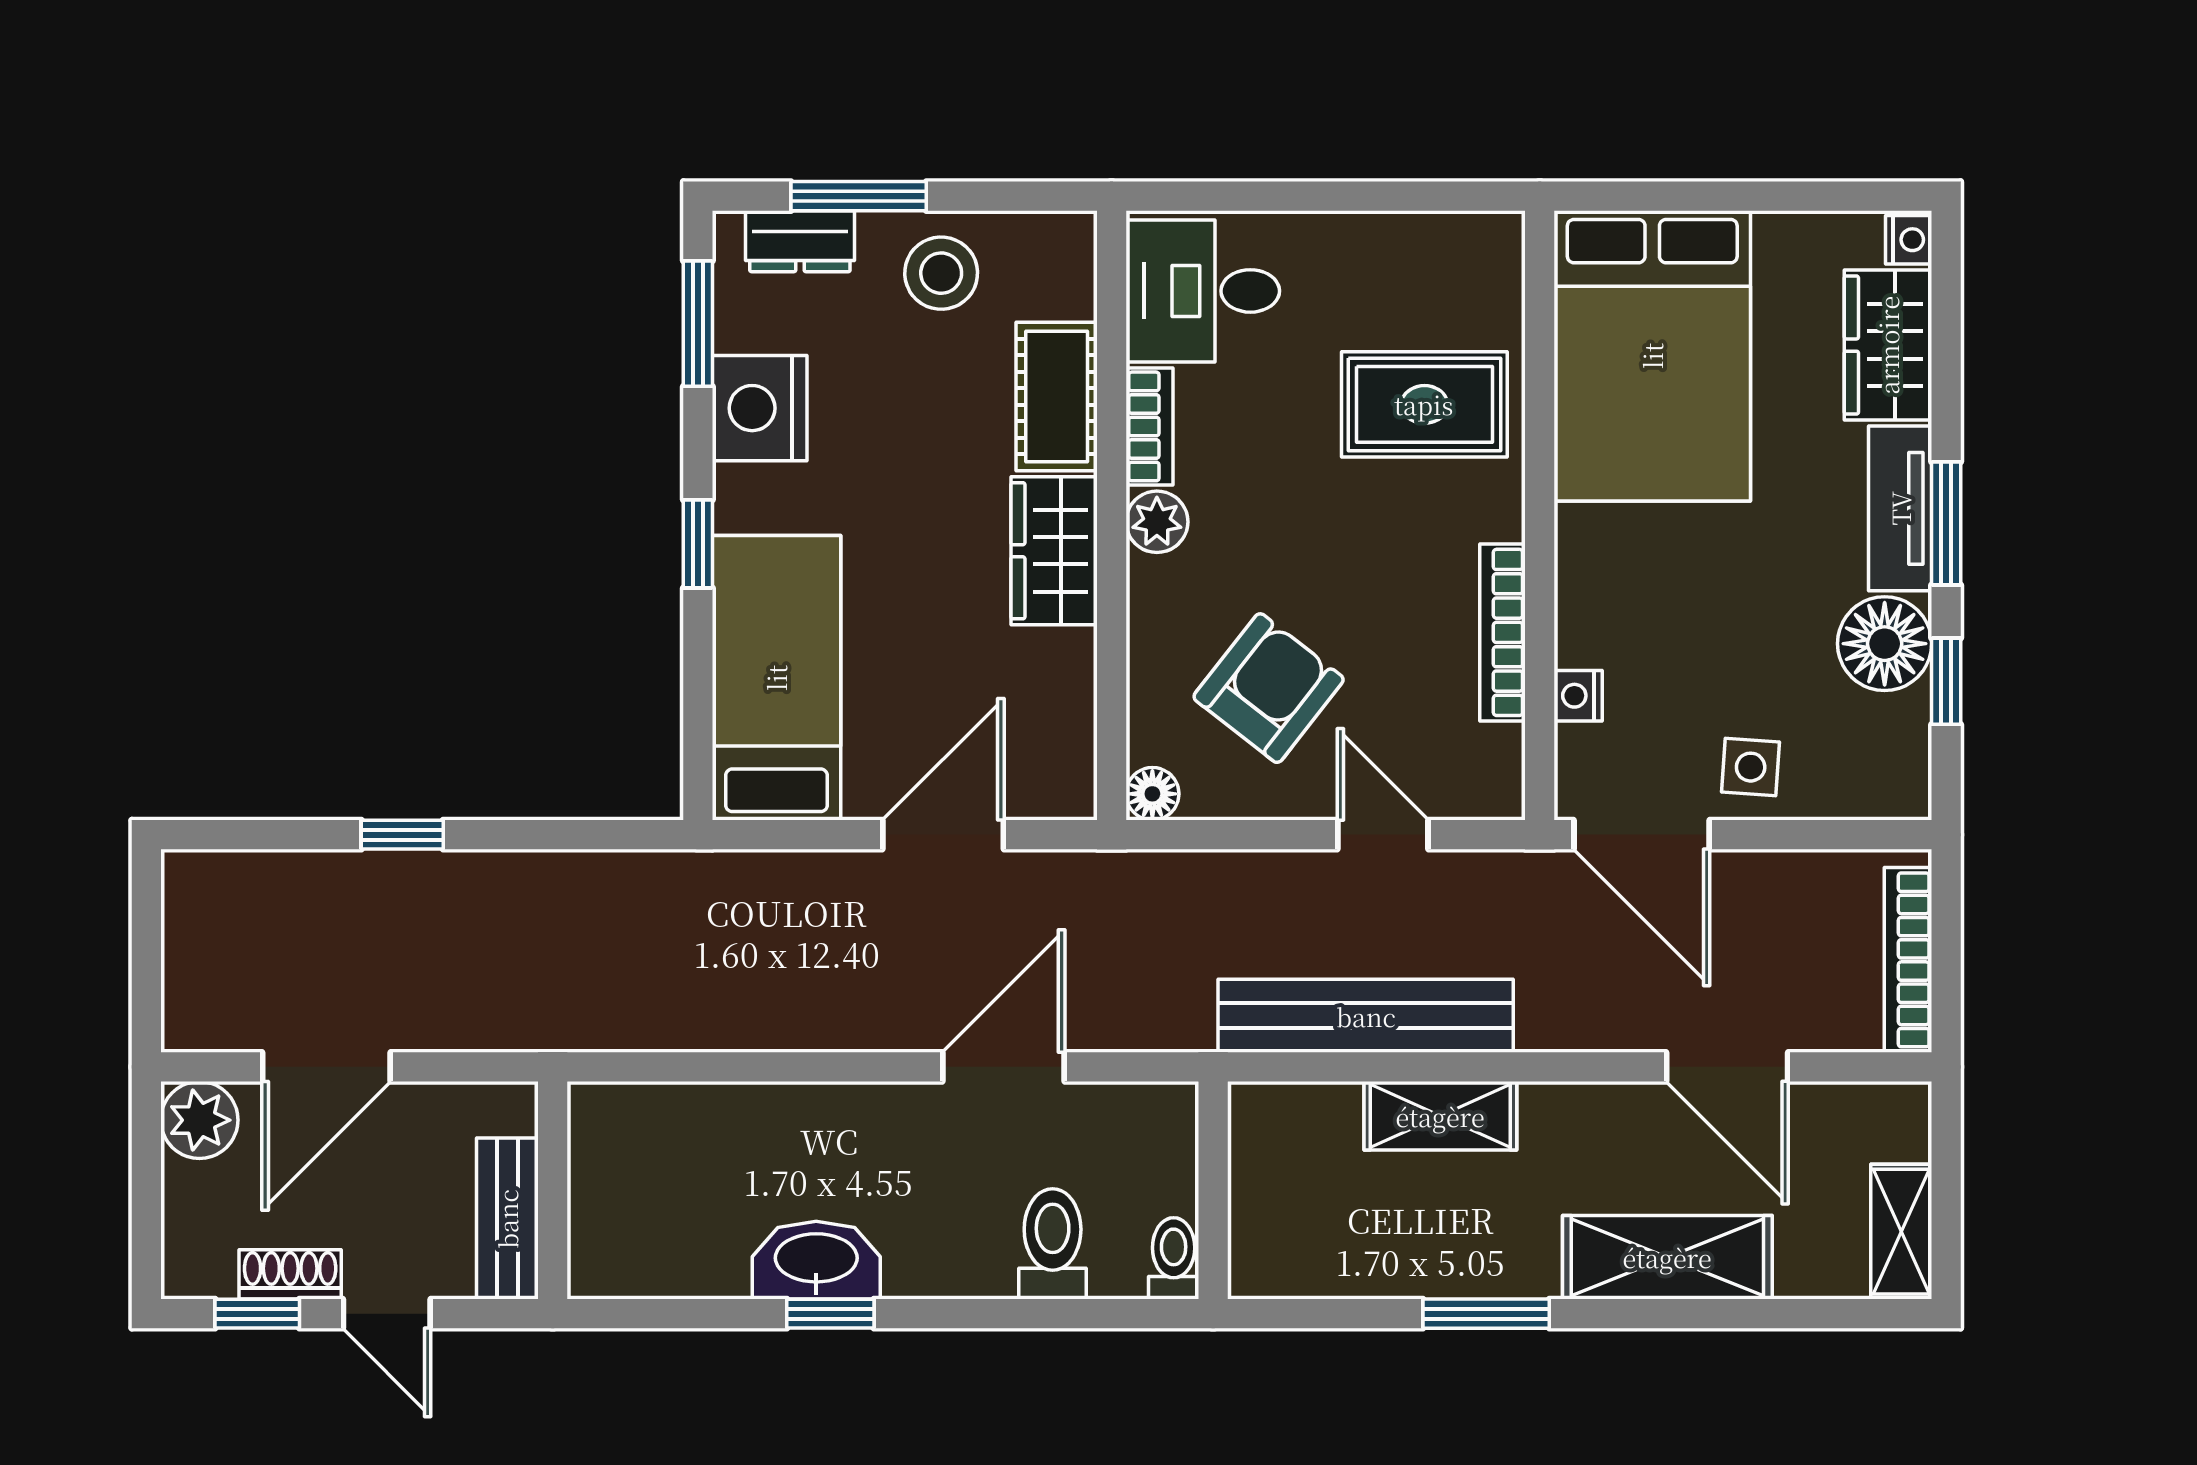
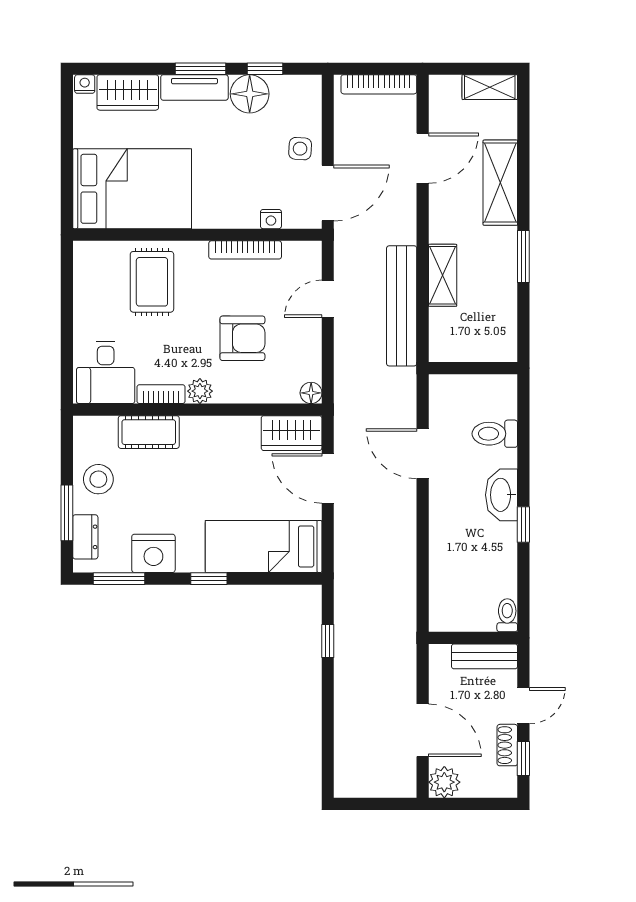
wardrobe: (1054, 551) -> (292, 433), moved
armchair: (1269, 688) -> (242, 338), moved, turned 142
window: (402, 835) -> (328, 641), moved
toilet: (1174, 1258) -> (507, 615), moved, turned 90
washbasin: (816, 1260) -> (501, 495), moved

